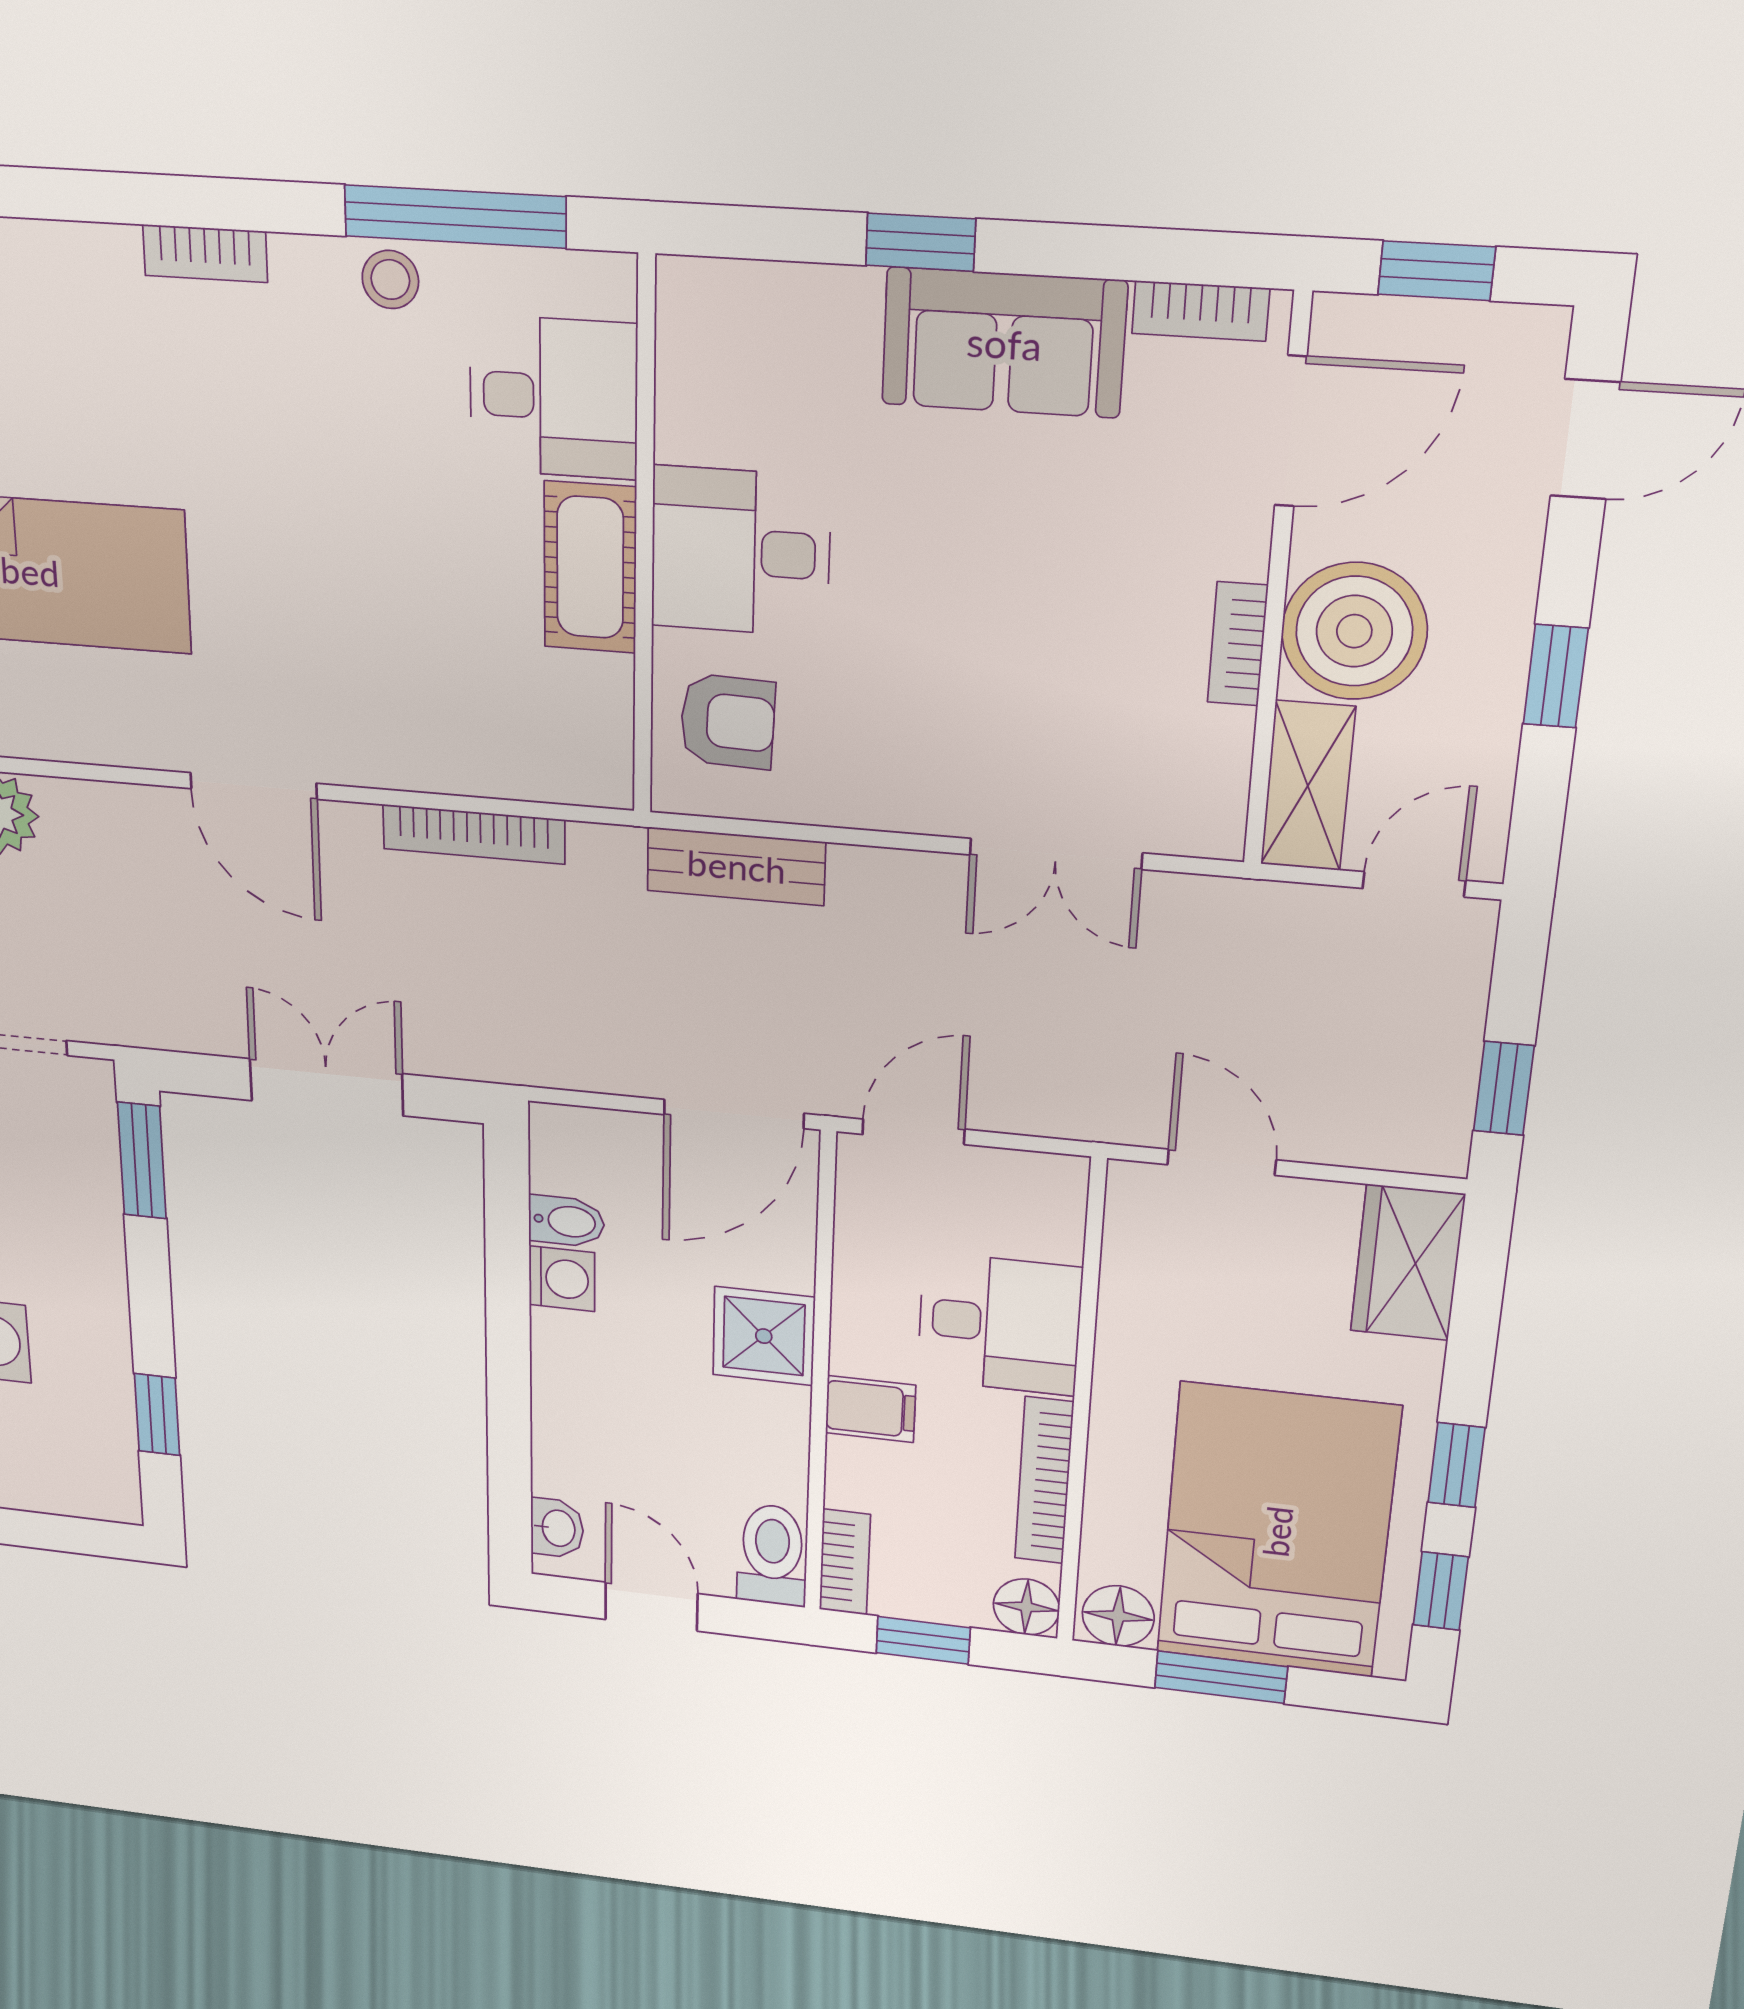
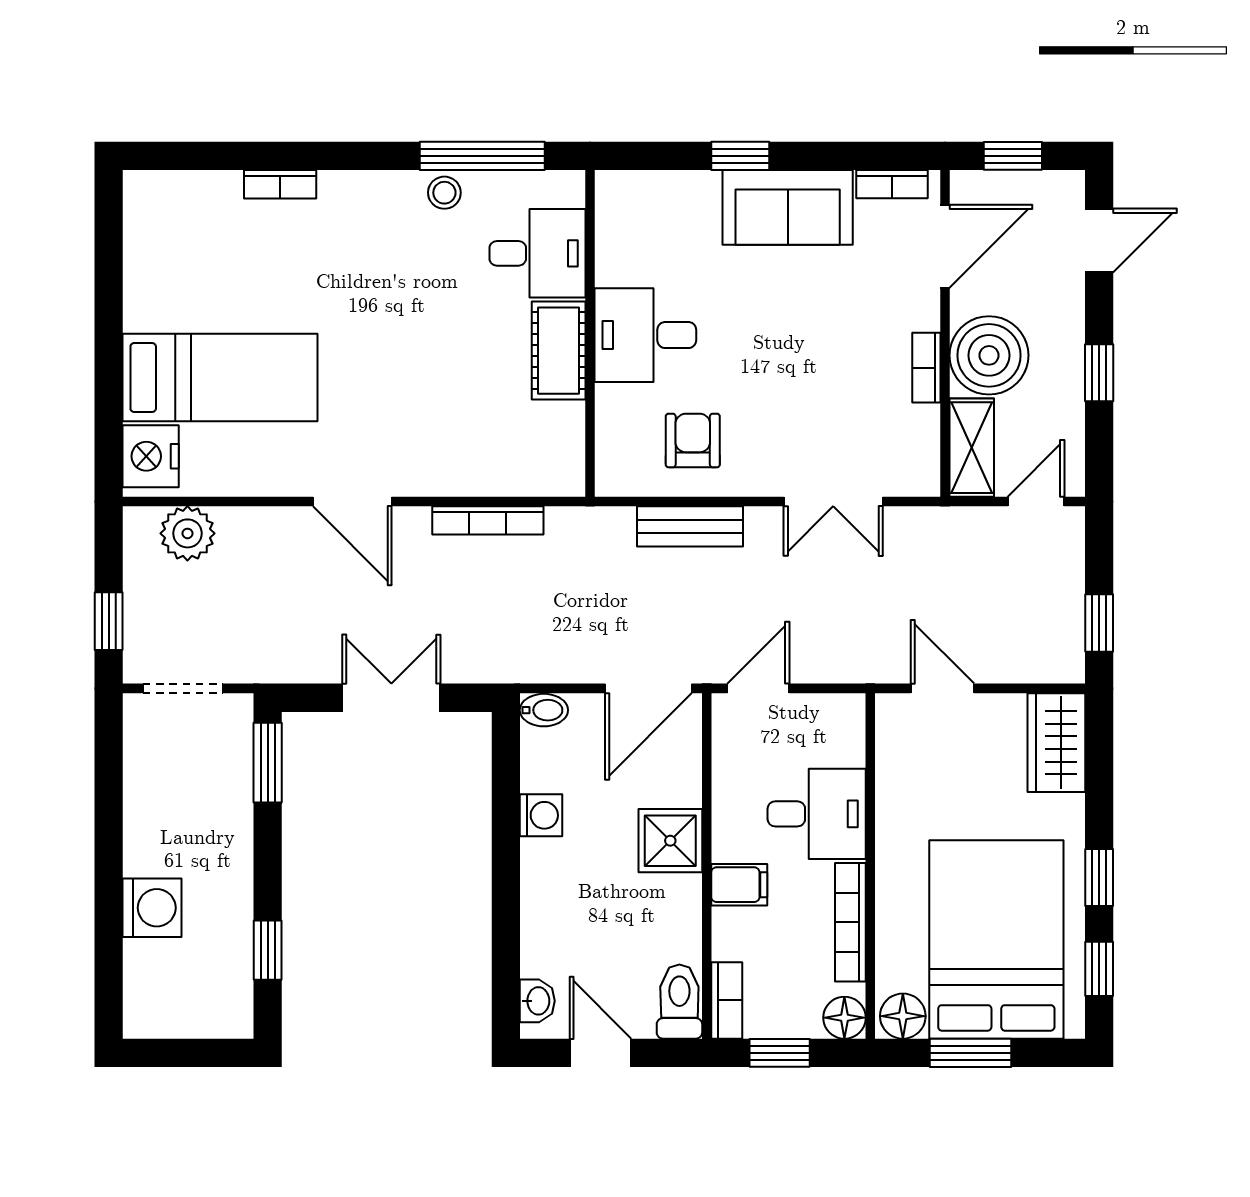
bookcase: (205, 254) -> (280, 184), moved
armchair: (728, 721) -> (693, 441), moved, turned -92
bench: (736, 866) -> (690, 526), moved
bidet: (566, 1221) -> (544, 710), moved

